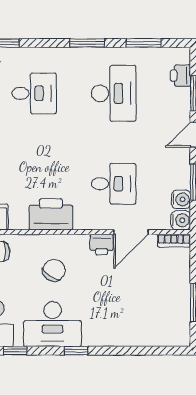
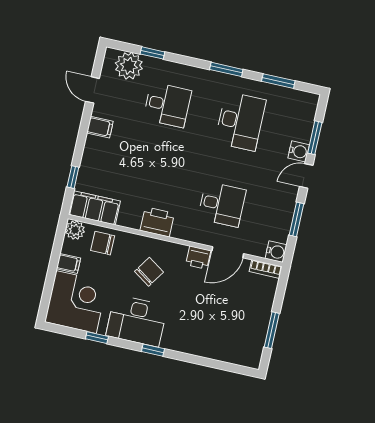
printer: (181, 76) -> (306, 119), removed
water cooler: (181, 199) -> (299, 151), moved
printer: (51, 214) -> (157, 222), width x0.73, depth x0.84

